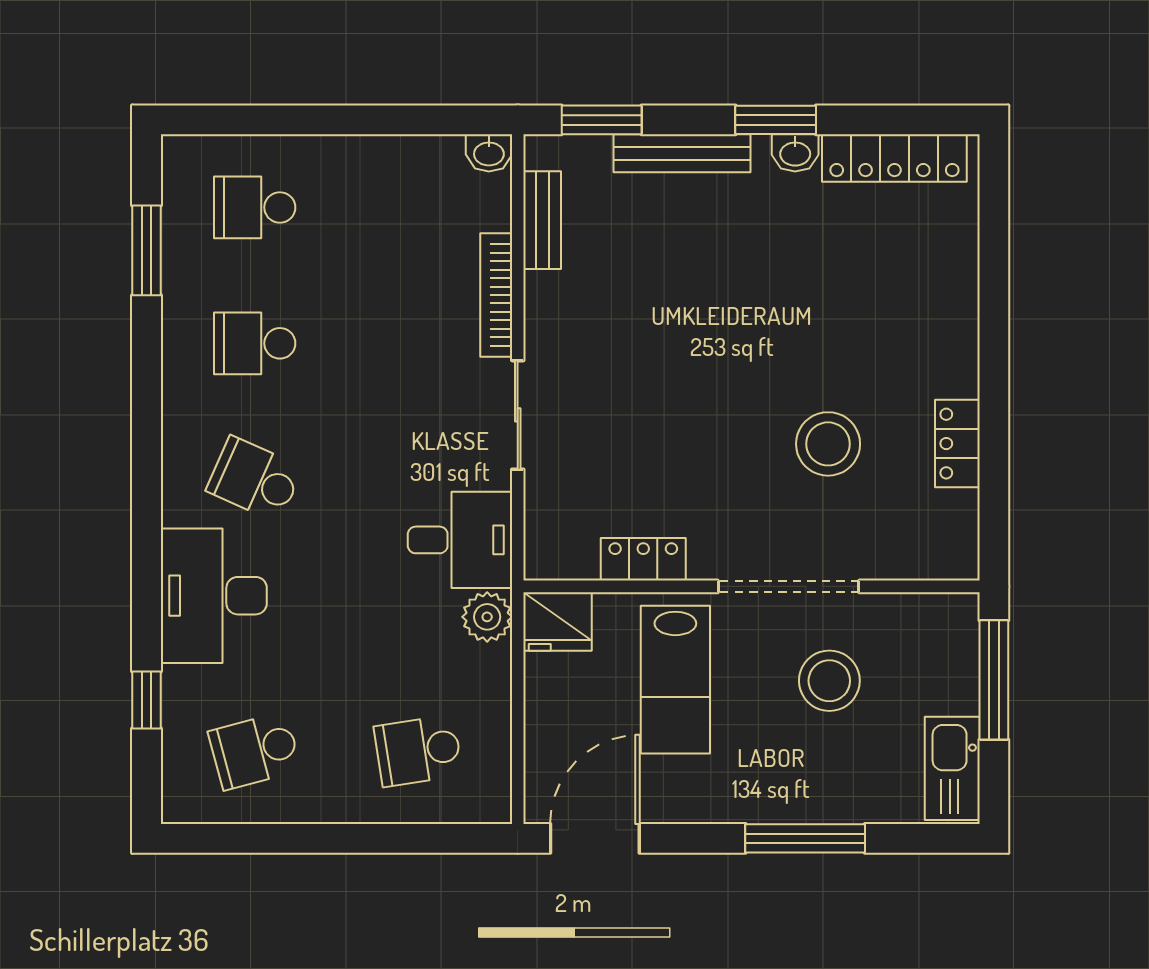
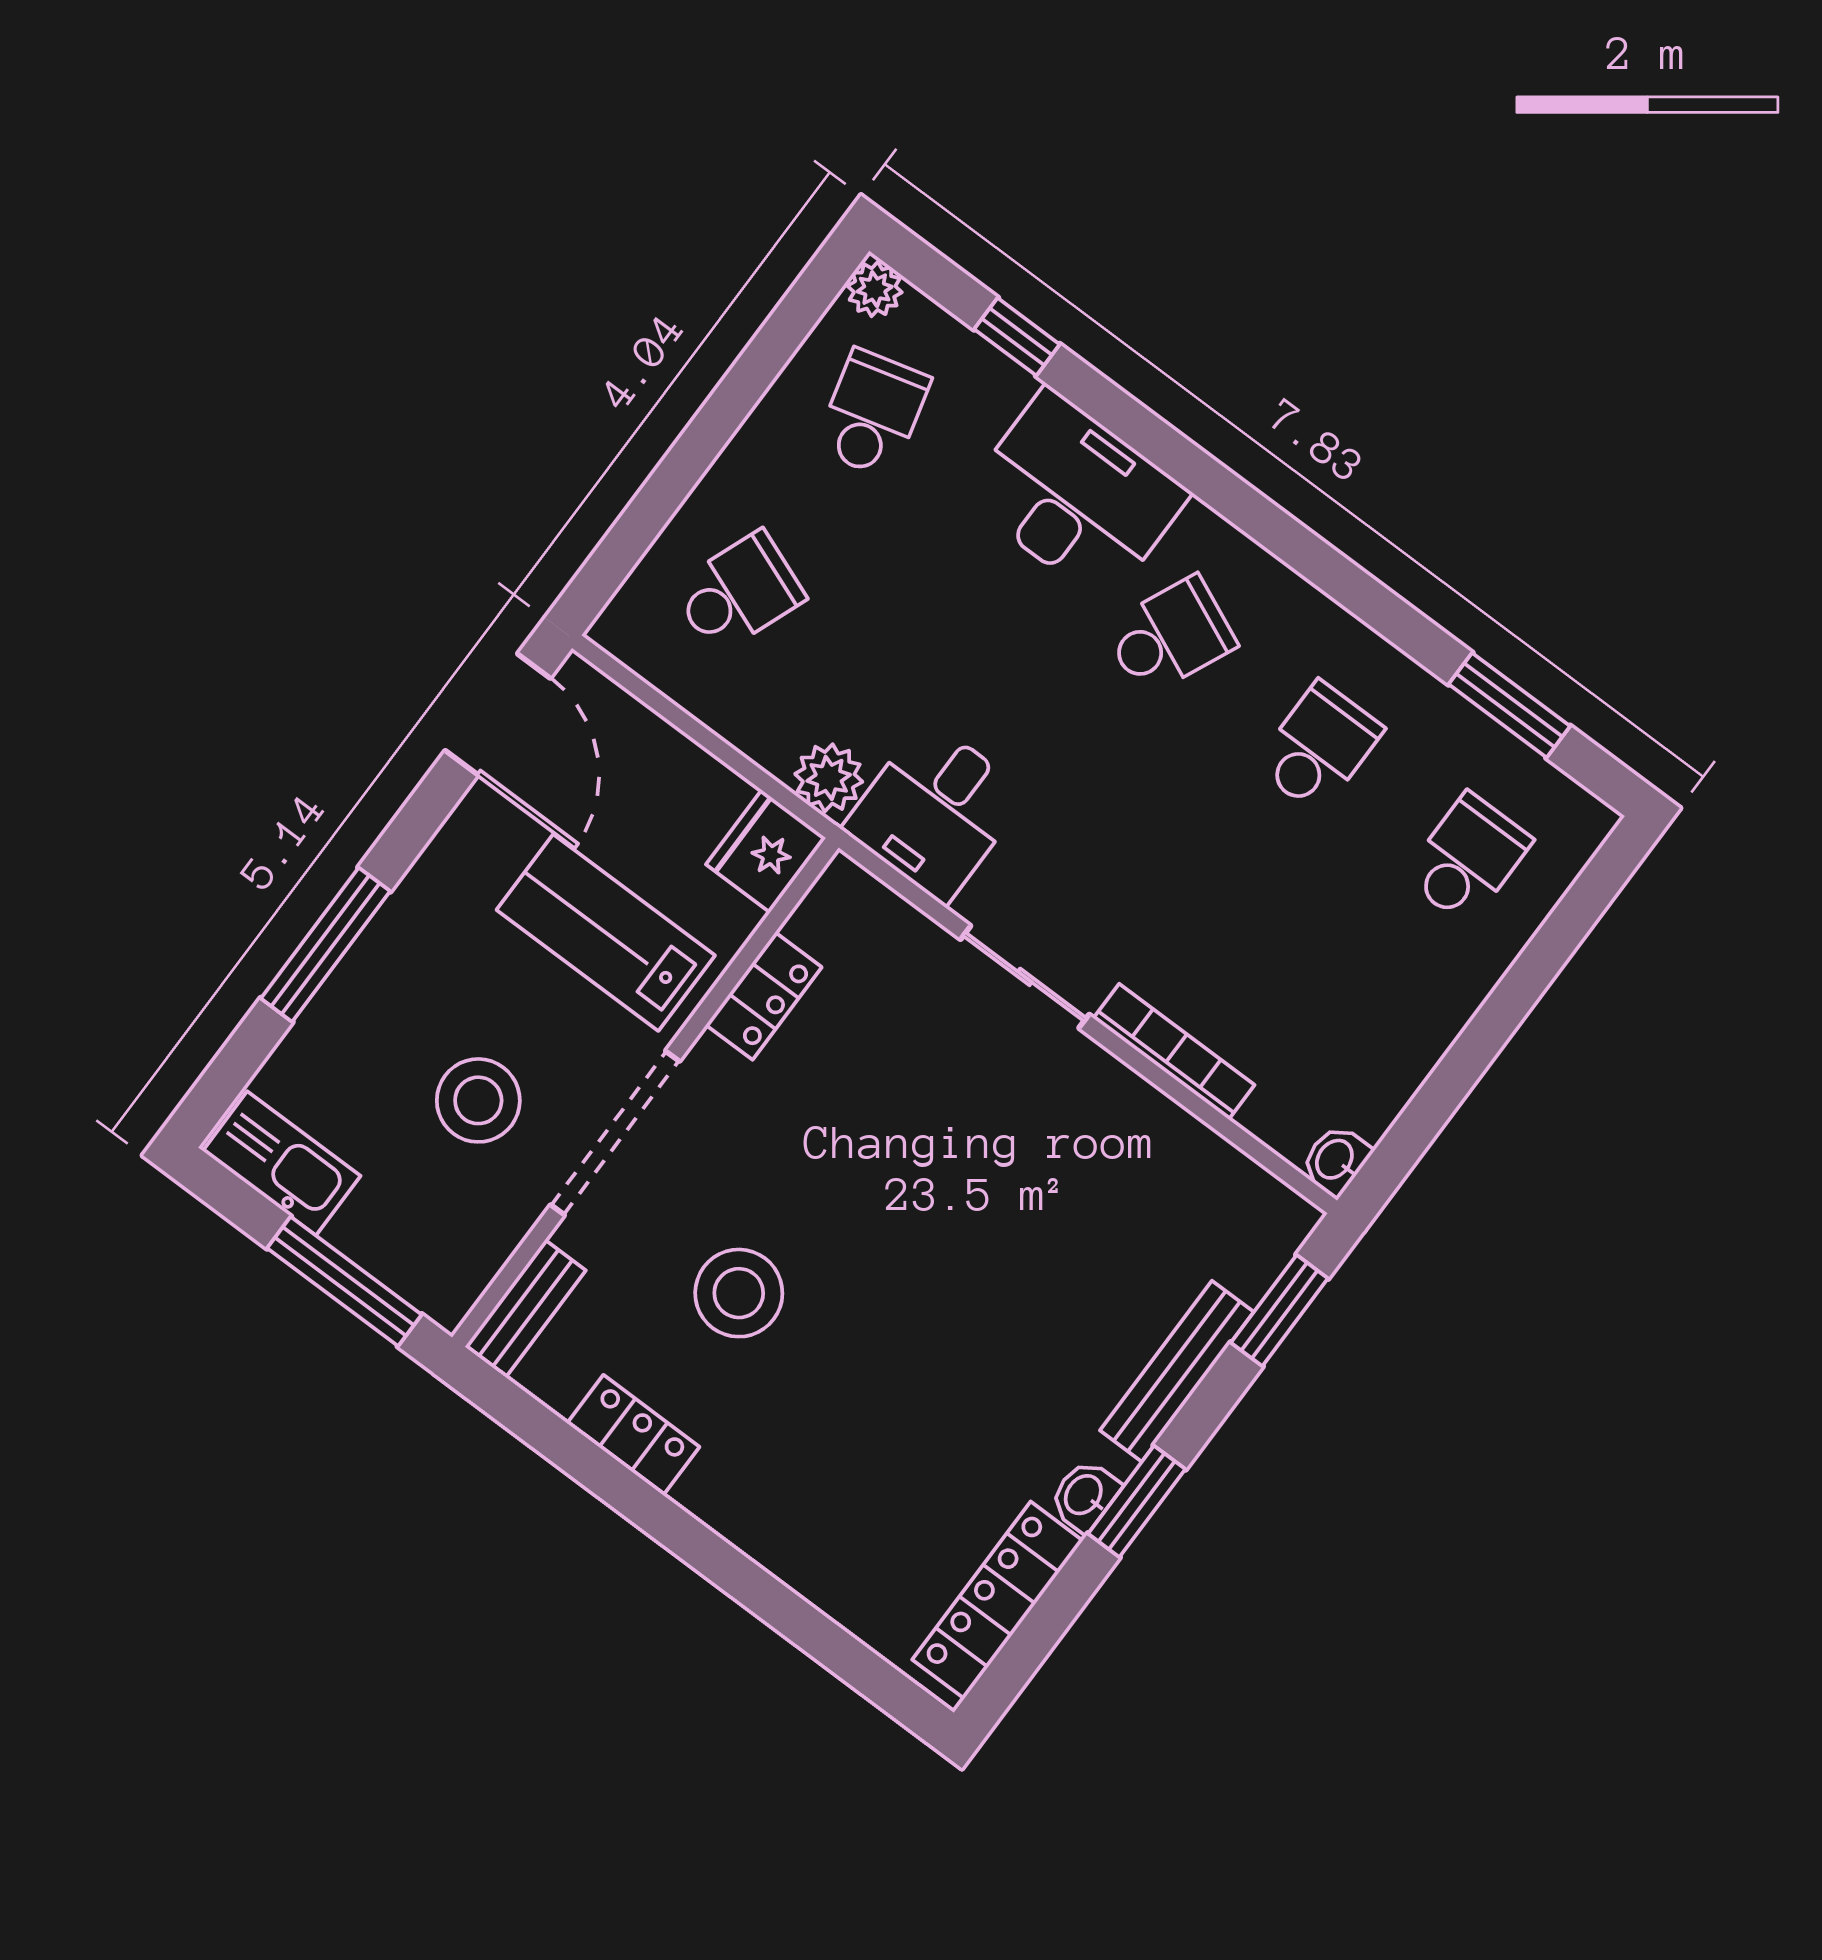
bench: (542, 220) -> (525, 1309), moved, turned 90
school desk: (418, 751) -> (739, 593), turned 30
plant: (181, 804) -> (875, 289), added

